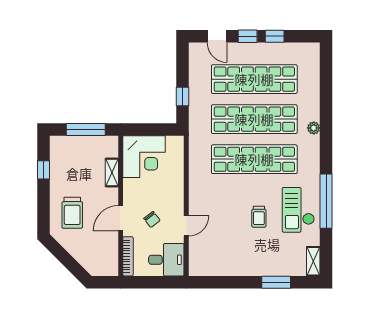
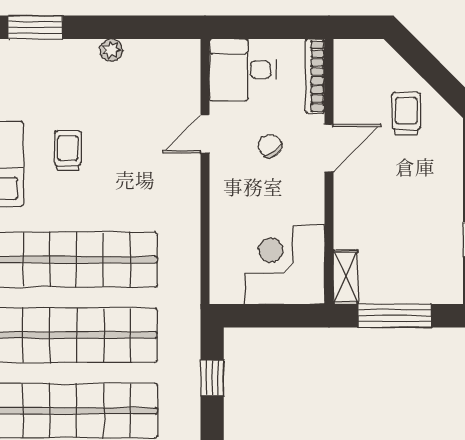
shelving: (112, 172) -> (346, 277), moved
trolley: (72, 213) -> (406, 114), moved, width x0.73, depth x0.72
plant: (236, 270) -> (111, 50), added

